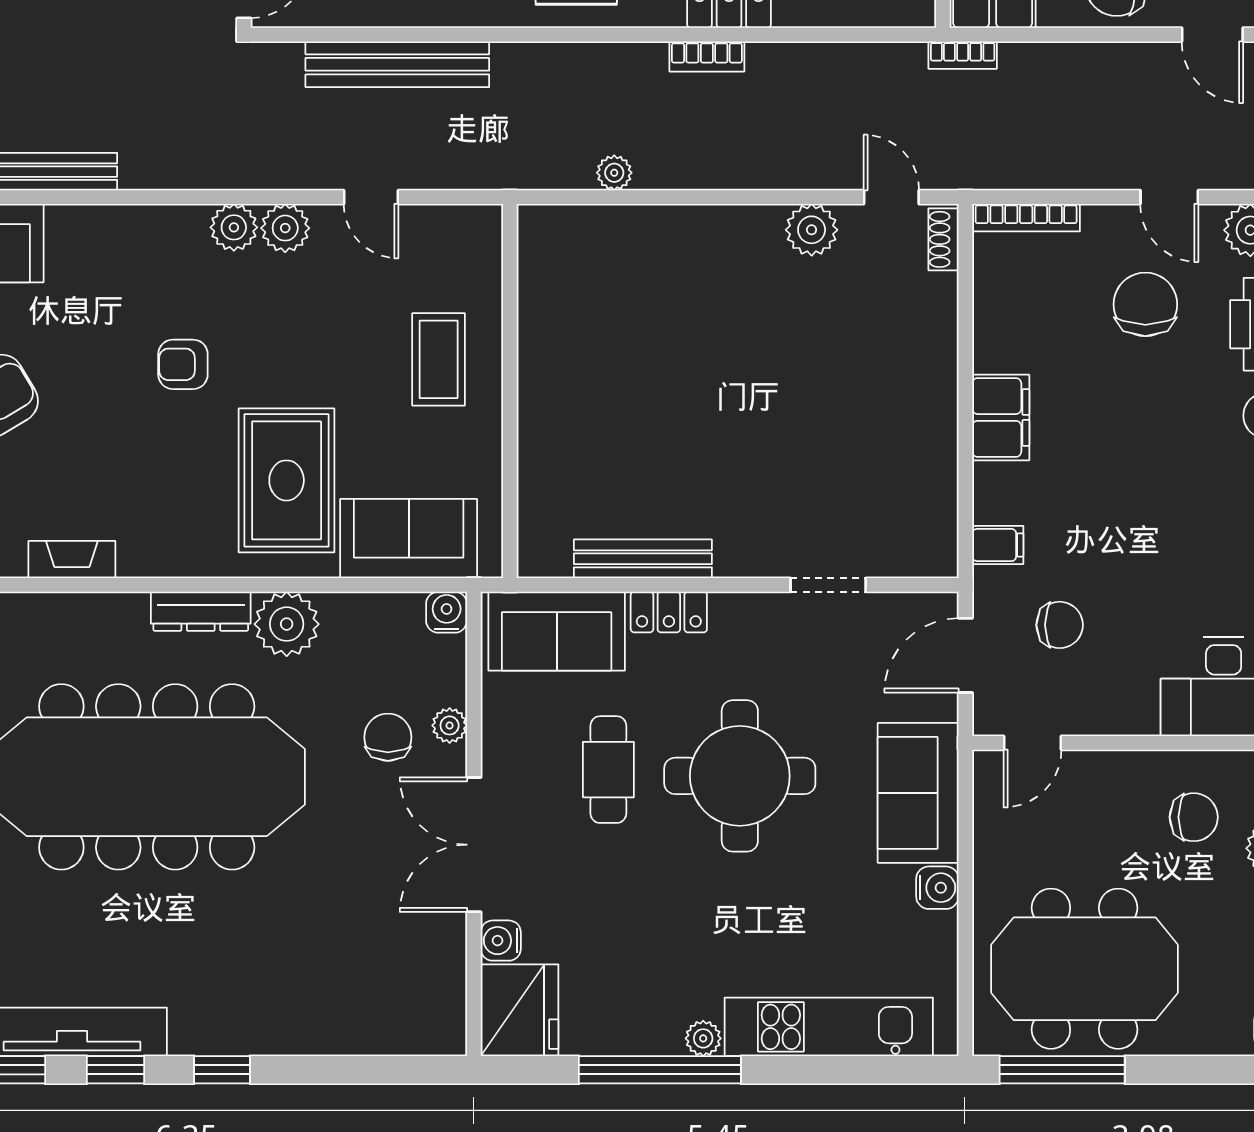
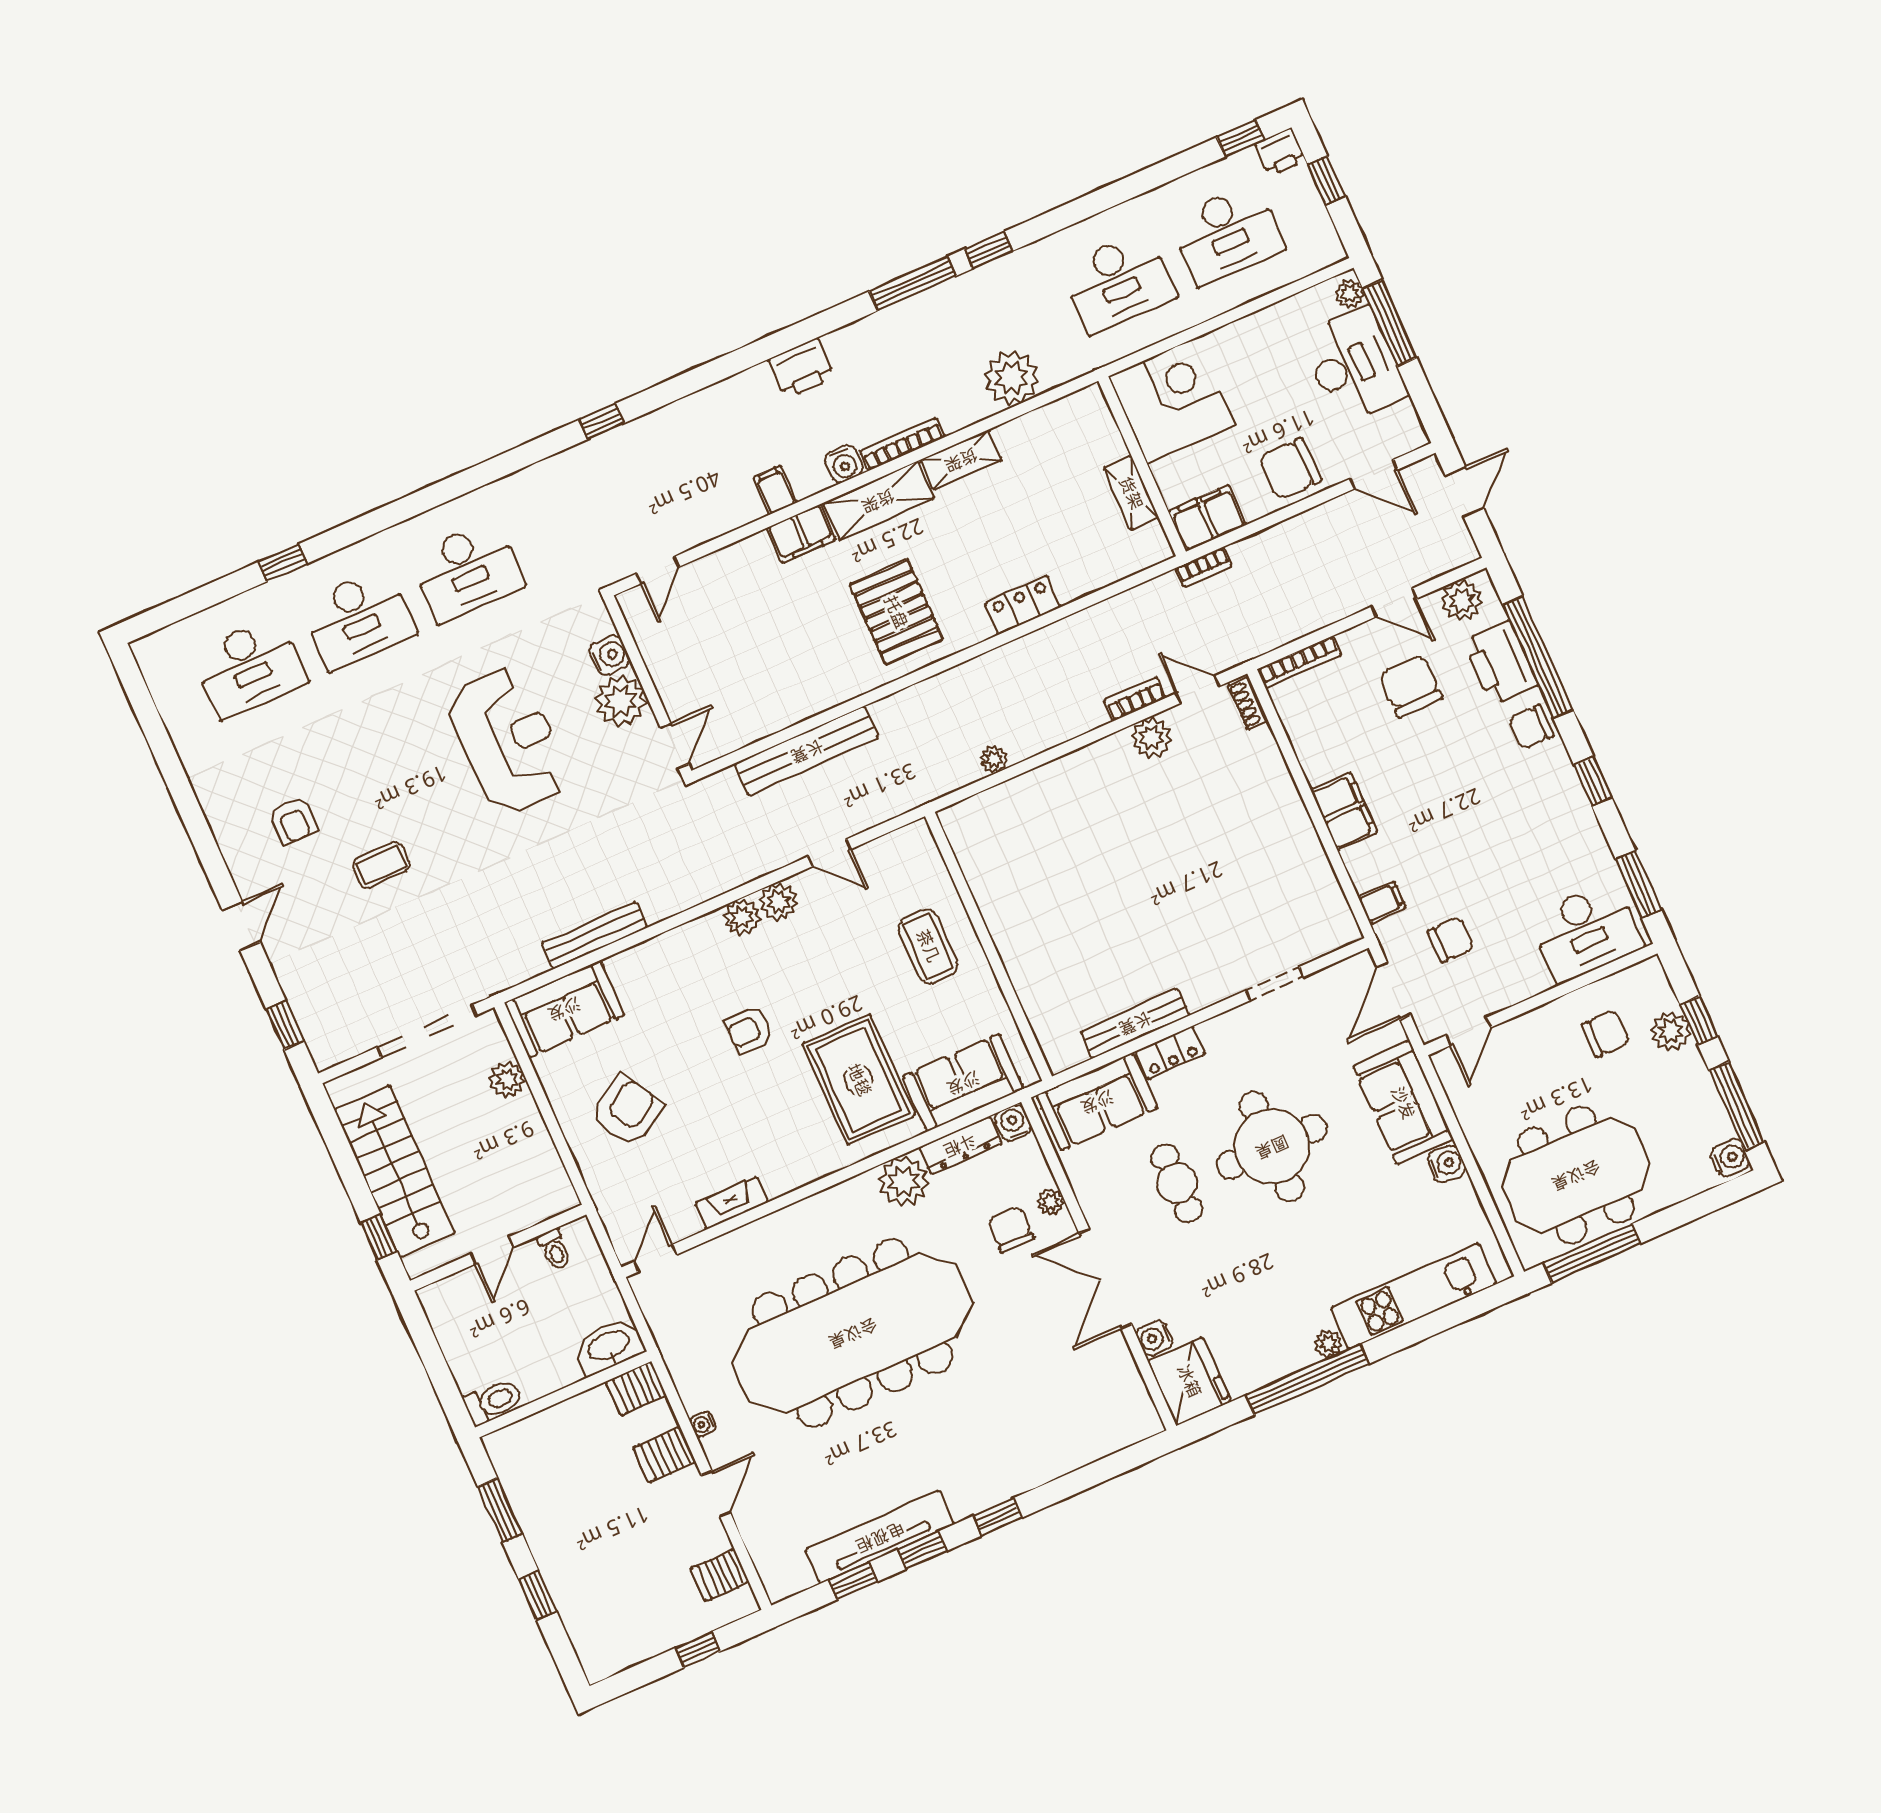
bookcase: (707, 57) -> (1135, 699), moved, turned 180
dresser: (201, 611) -> (960, 1145), moved

